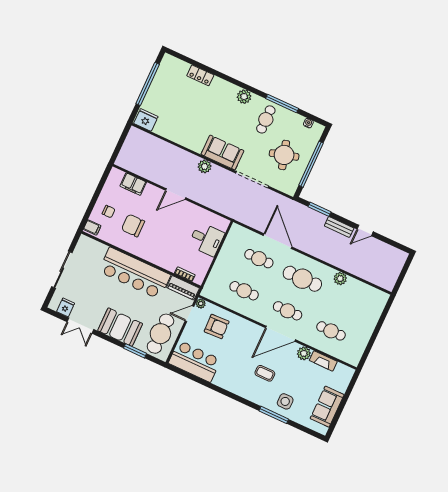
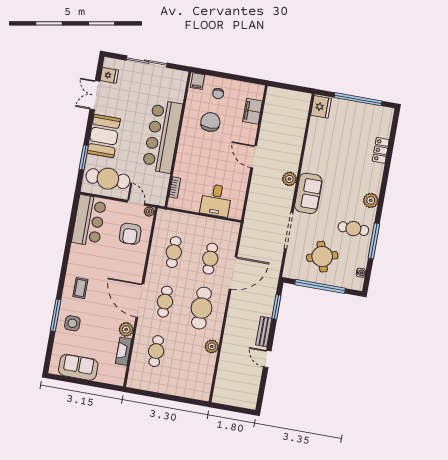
piano: (183, 288) -> (160, 189), removed
coffee table: (265, 373) -> (80, 288), moved

